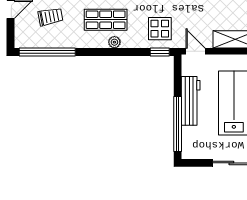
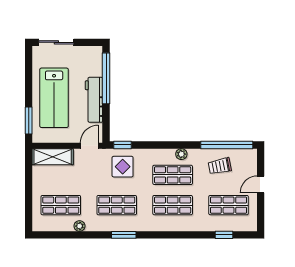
trolley: (50, 17) -> (220, 166), moved
plant: (114, 42) -> (181, 154), moved
door: (196, 51) -> (89, 146), swing flipped

